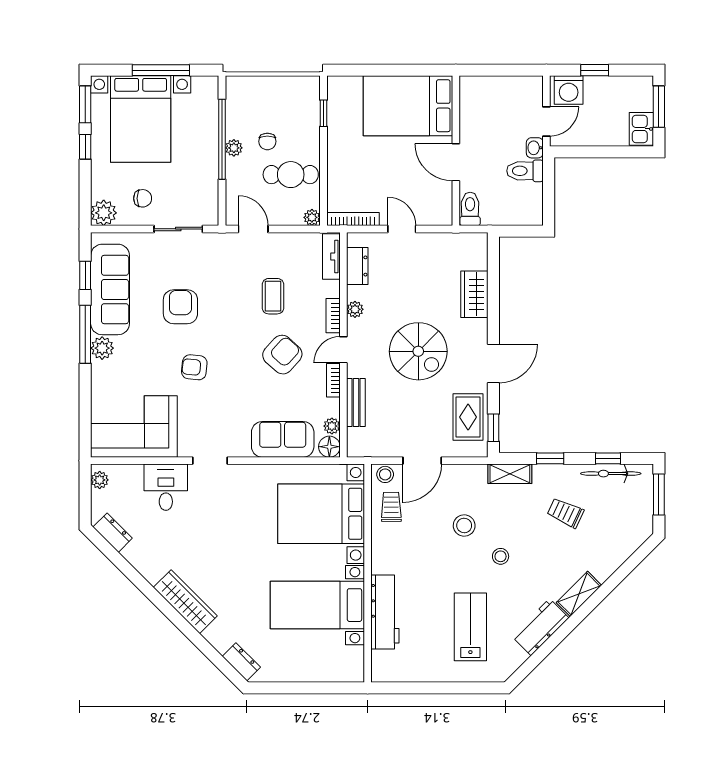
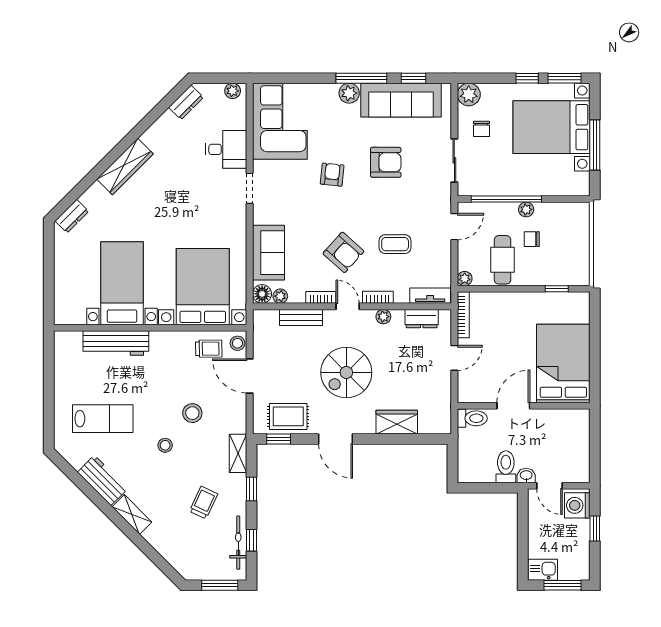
window: (222, 139) -> (506, 199), moved

